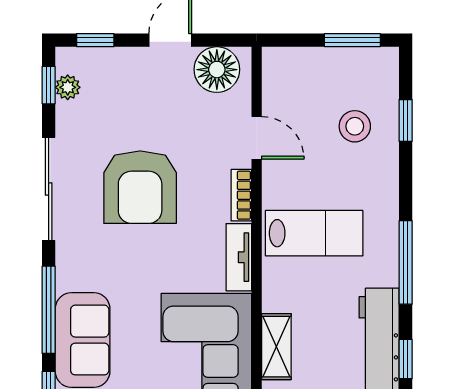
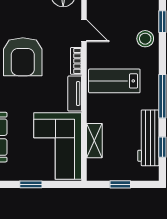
stool: (355, 126) -> (145, 39), moved
lab bench: (314, 233) -> (114, 81), turned 180

